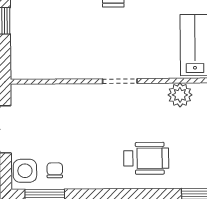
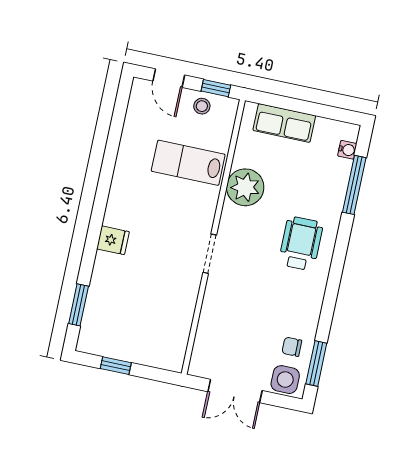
plant: (180, 95) -> (245, 187), width x1.36, depth x1.36

